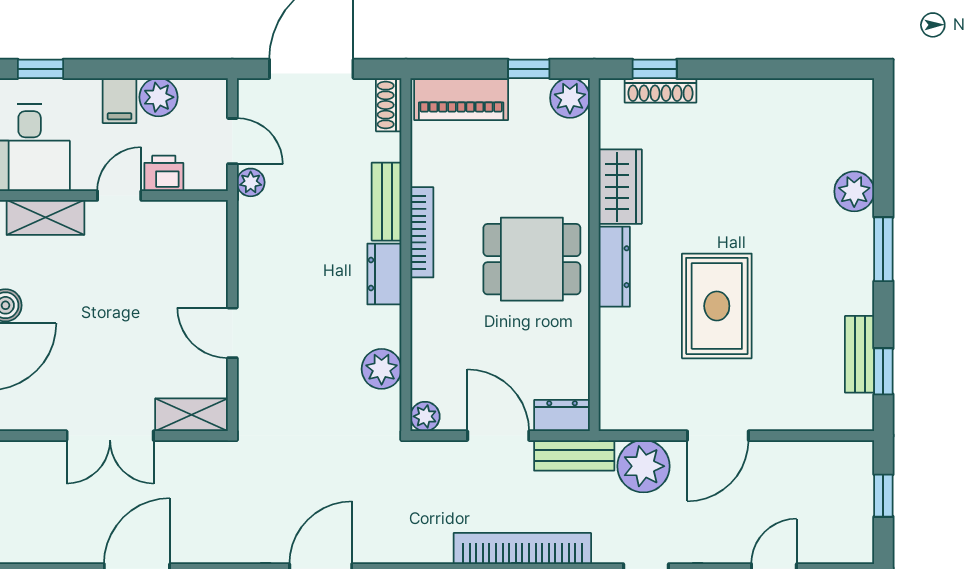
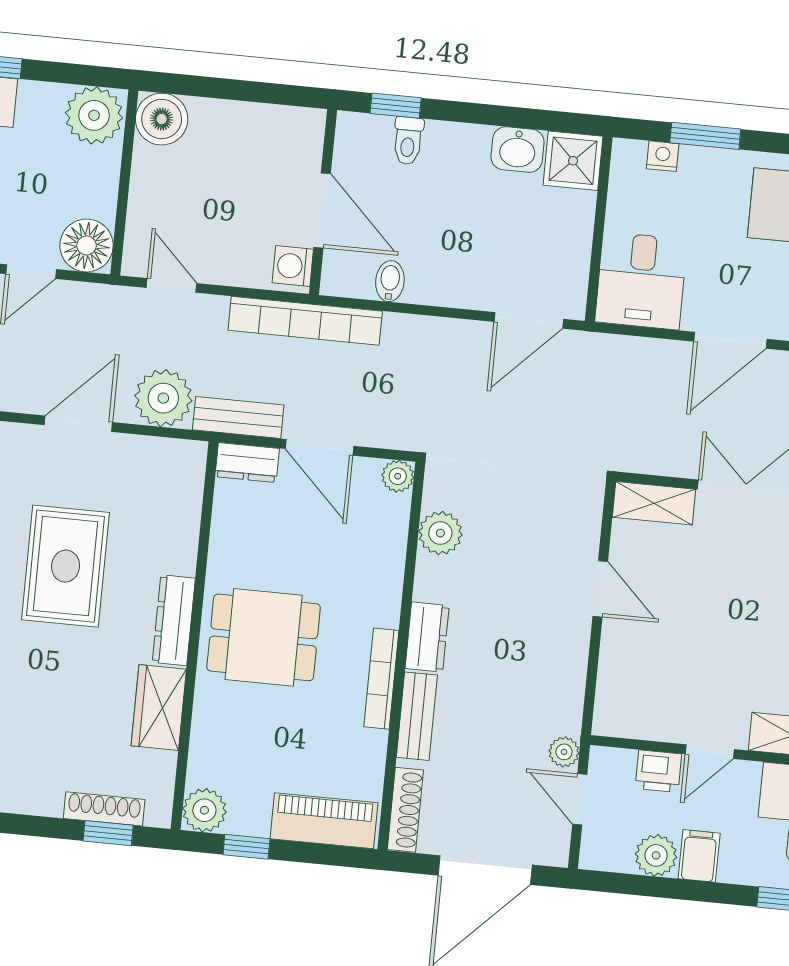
shoe rack: (389, 105) -> (405, 810), width x1.43

